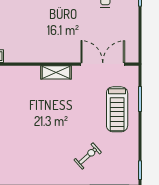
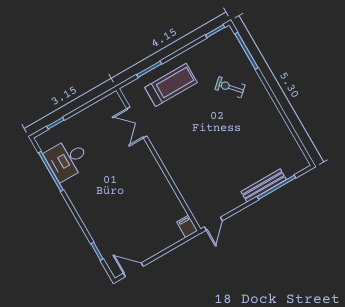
double door: (103, 64) -> (137, 122), width x0.73
shelving: (56, 72) -> (169, 161), removed

